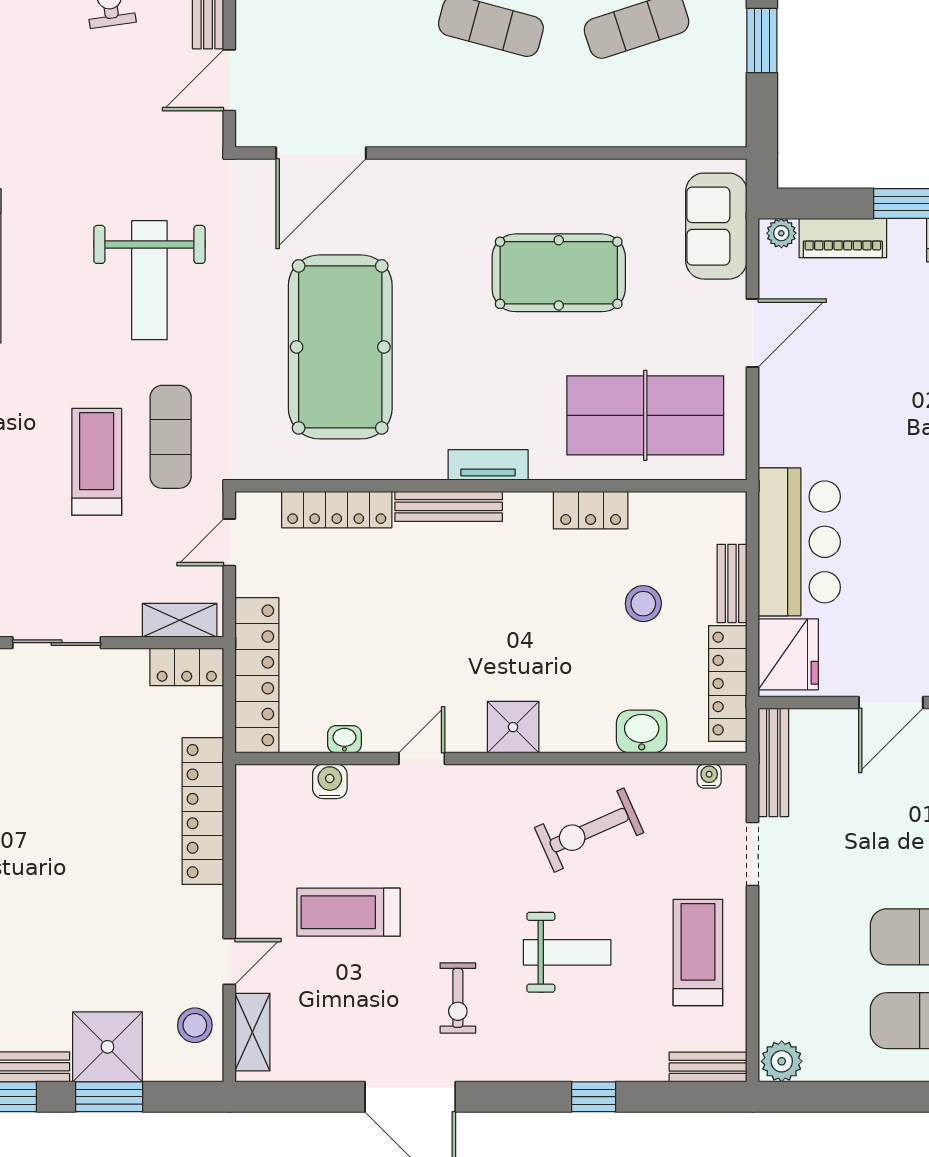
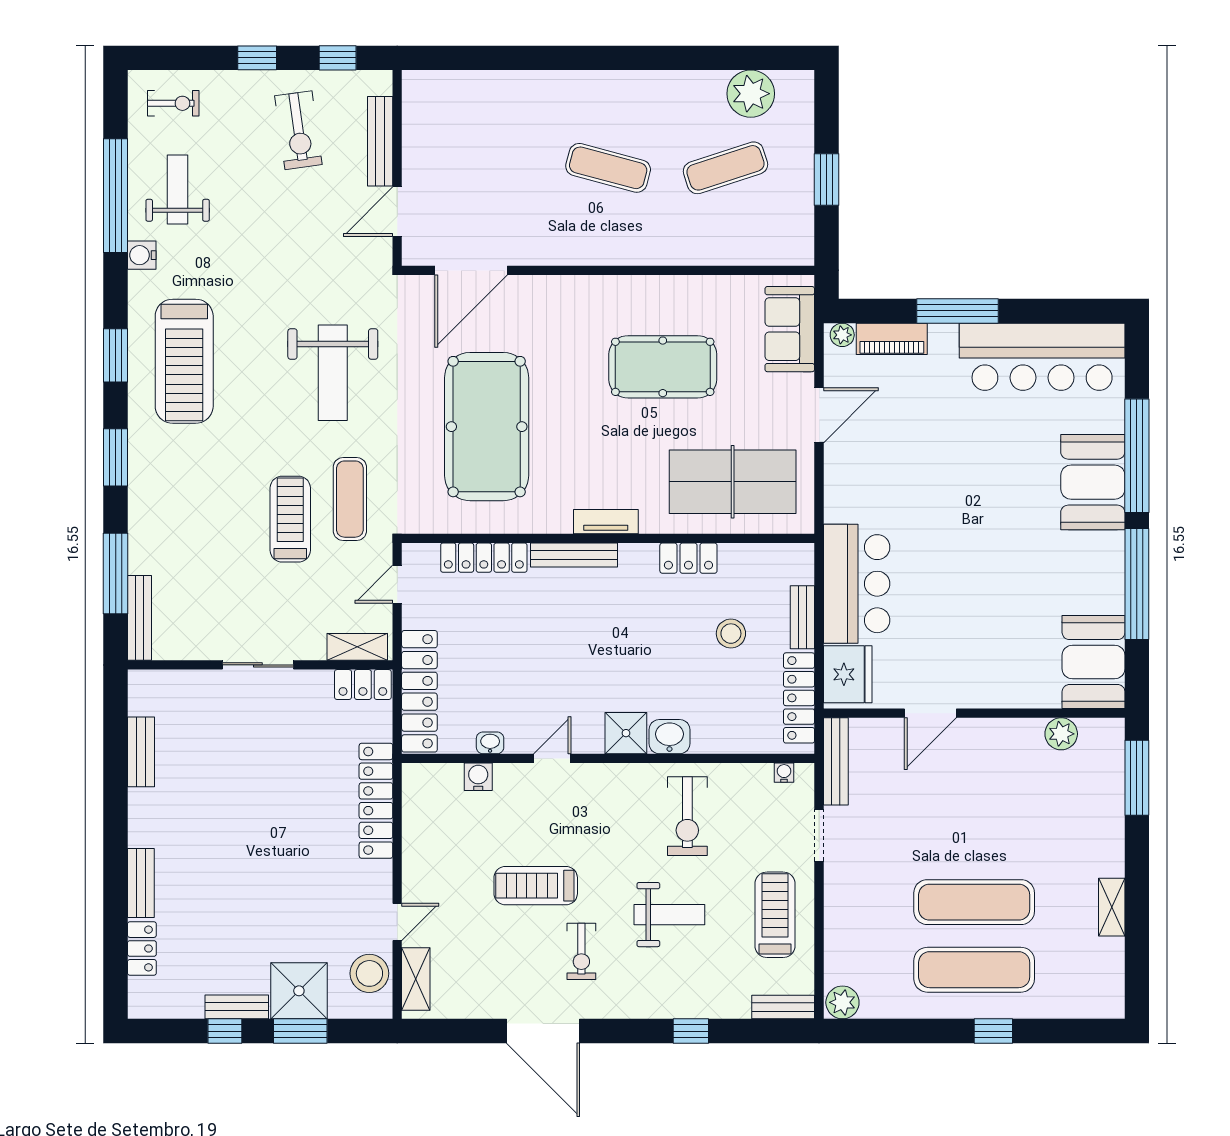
washbasin: (642, 732) -> (669, 737), moved
exercise bike: (589, 830) -> (687, 816), turned -66
treadmill: (349, 912) -> (536, 886), moved
stool: (195, 1025) -> (369, 973), width x1.38, depth x1.38

